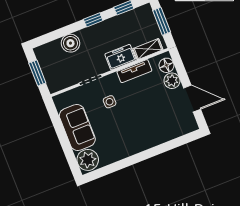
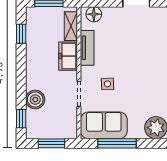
window: (93, 20) -> (21, 119), moved
plant: (172, 81) -> (111, 15), removed
sofa: (77, 127) -> (104, 125), moved
window: (60, 131) -> (117, 143), added

